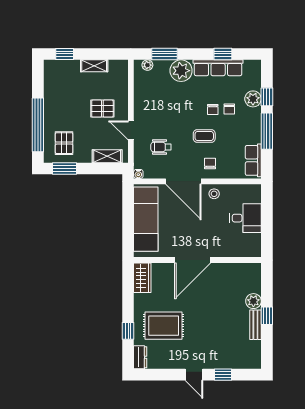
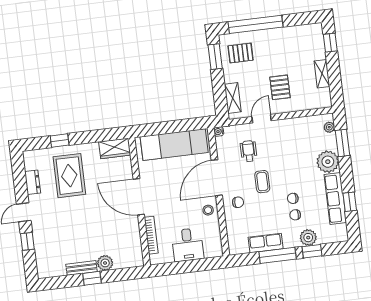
coffee table: (204, 136) -> (262, 182), moved
row of seats: (253, 160) -> (266, 243), moved
bookcase: (232, 253) -> (151, 235), added
dresser: (140, 357) -> (33, 182), moved, turned -90

